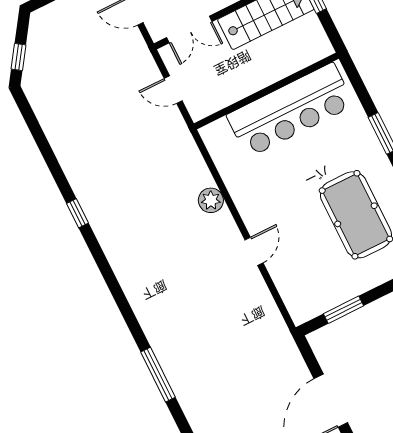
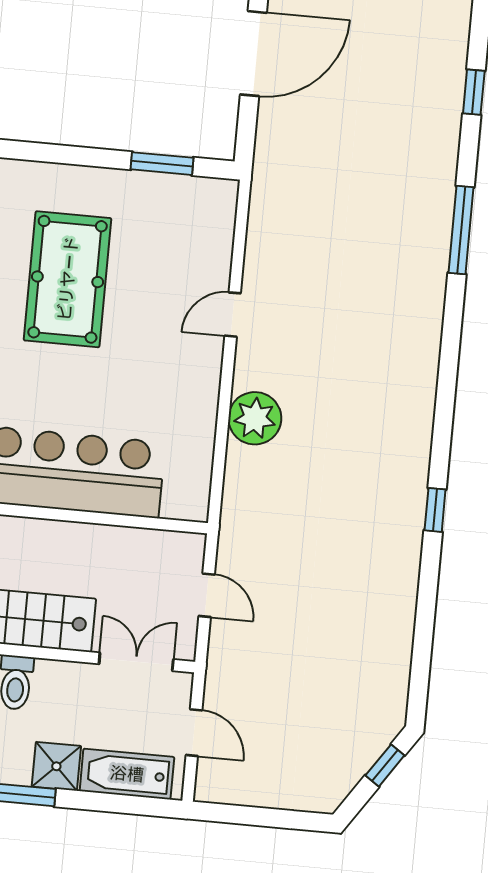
plant: (211, 200) -> (255, 418), width x1.36, depth x1.36

